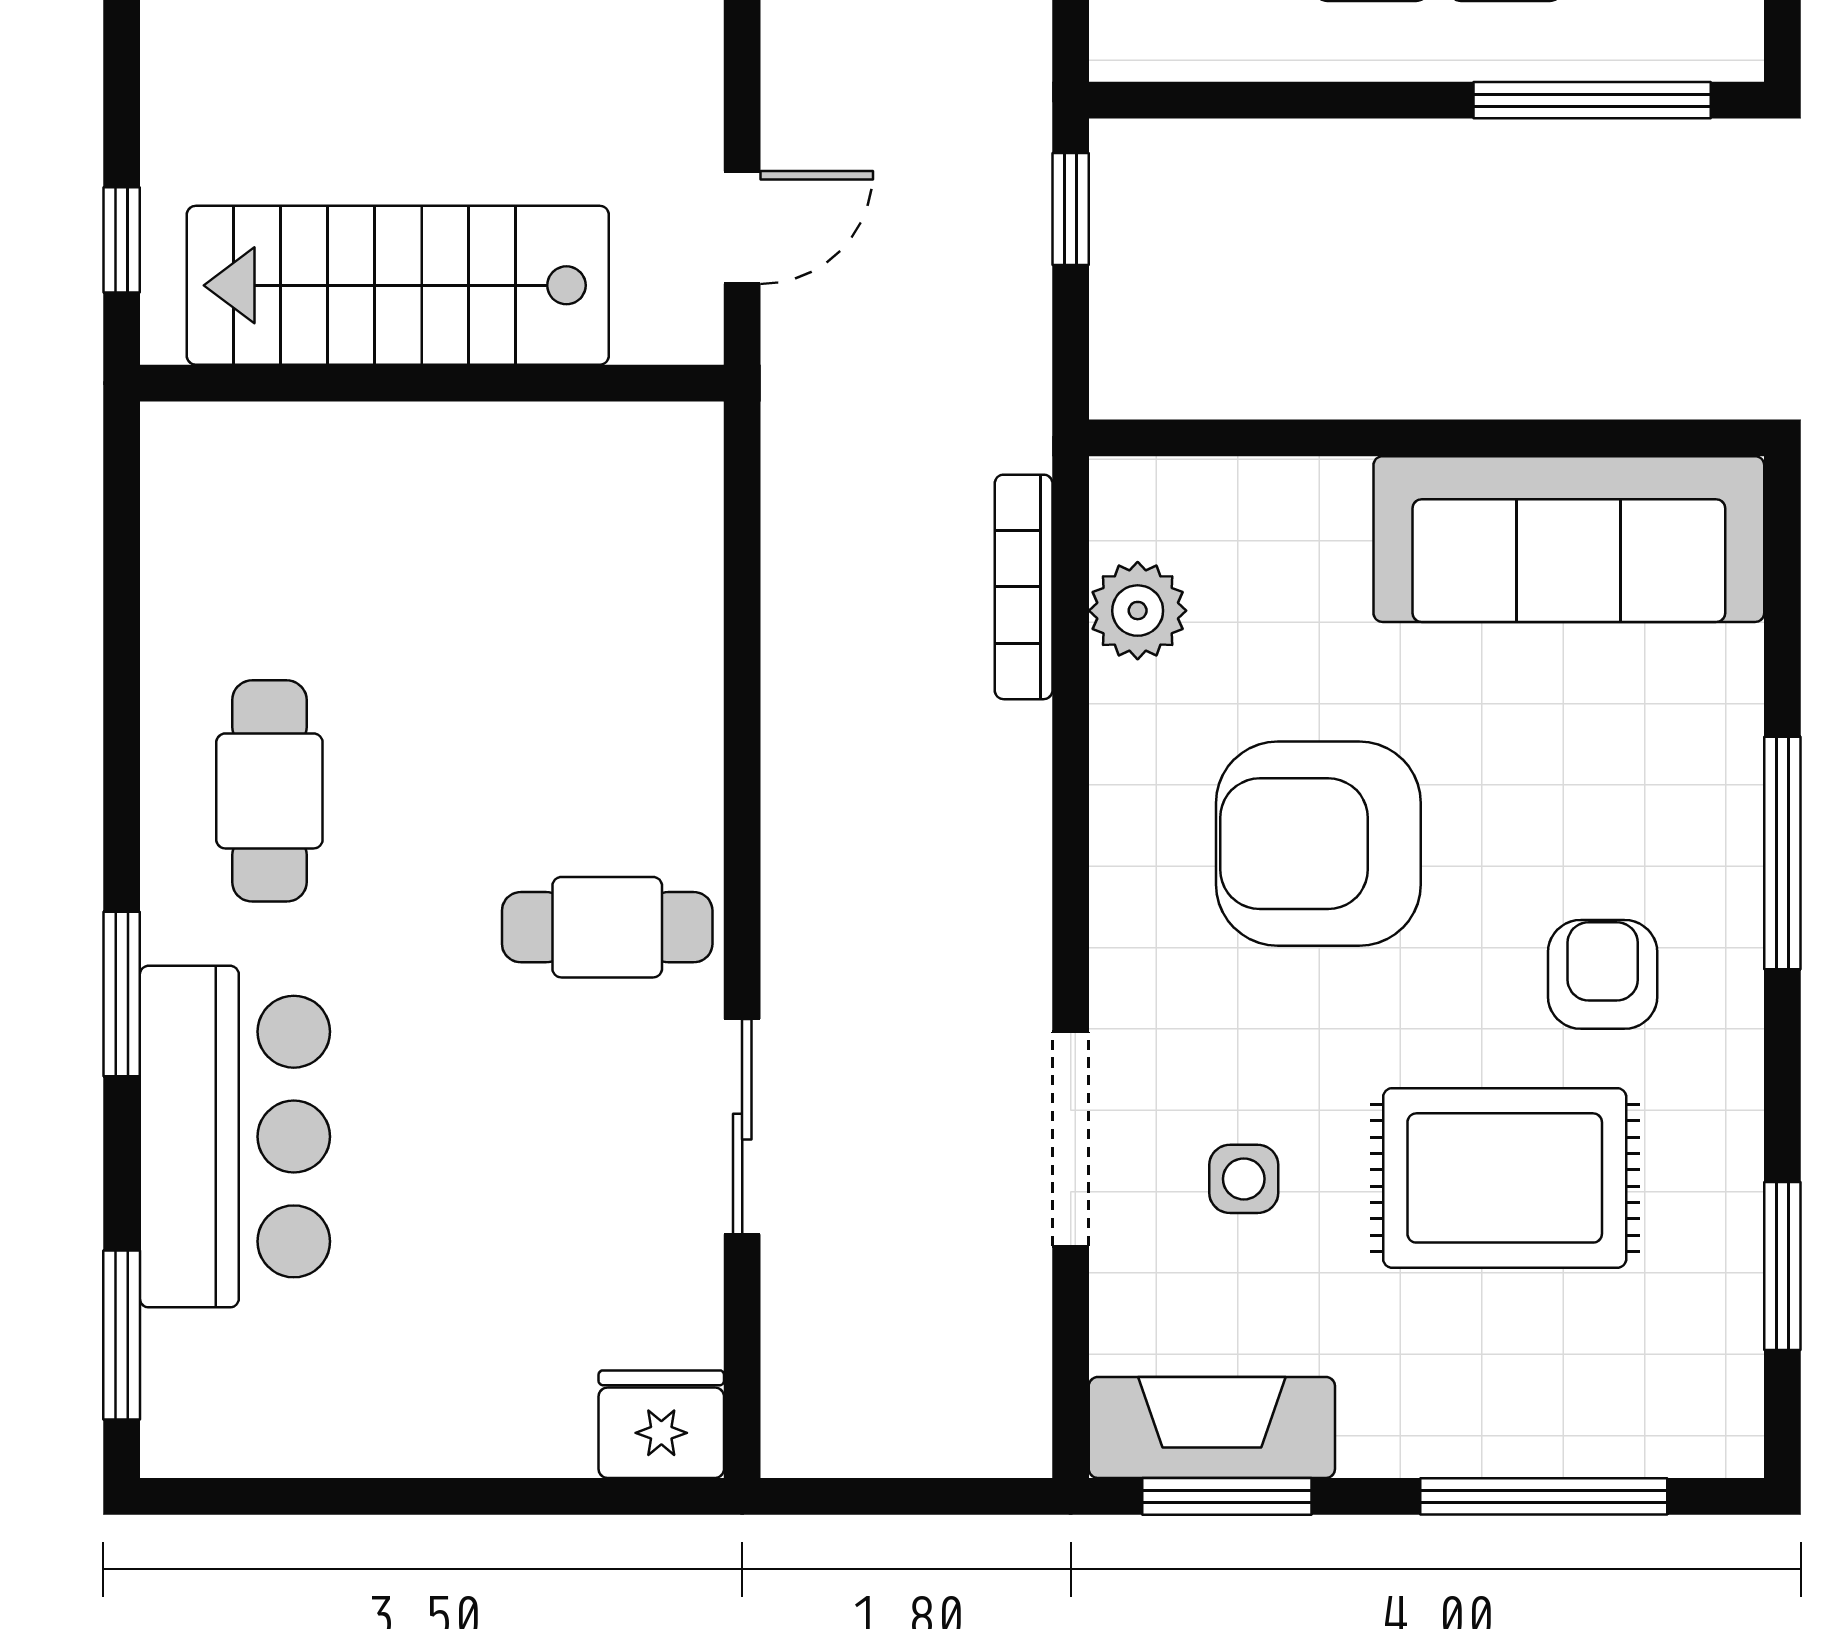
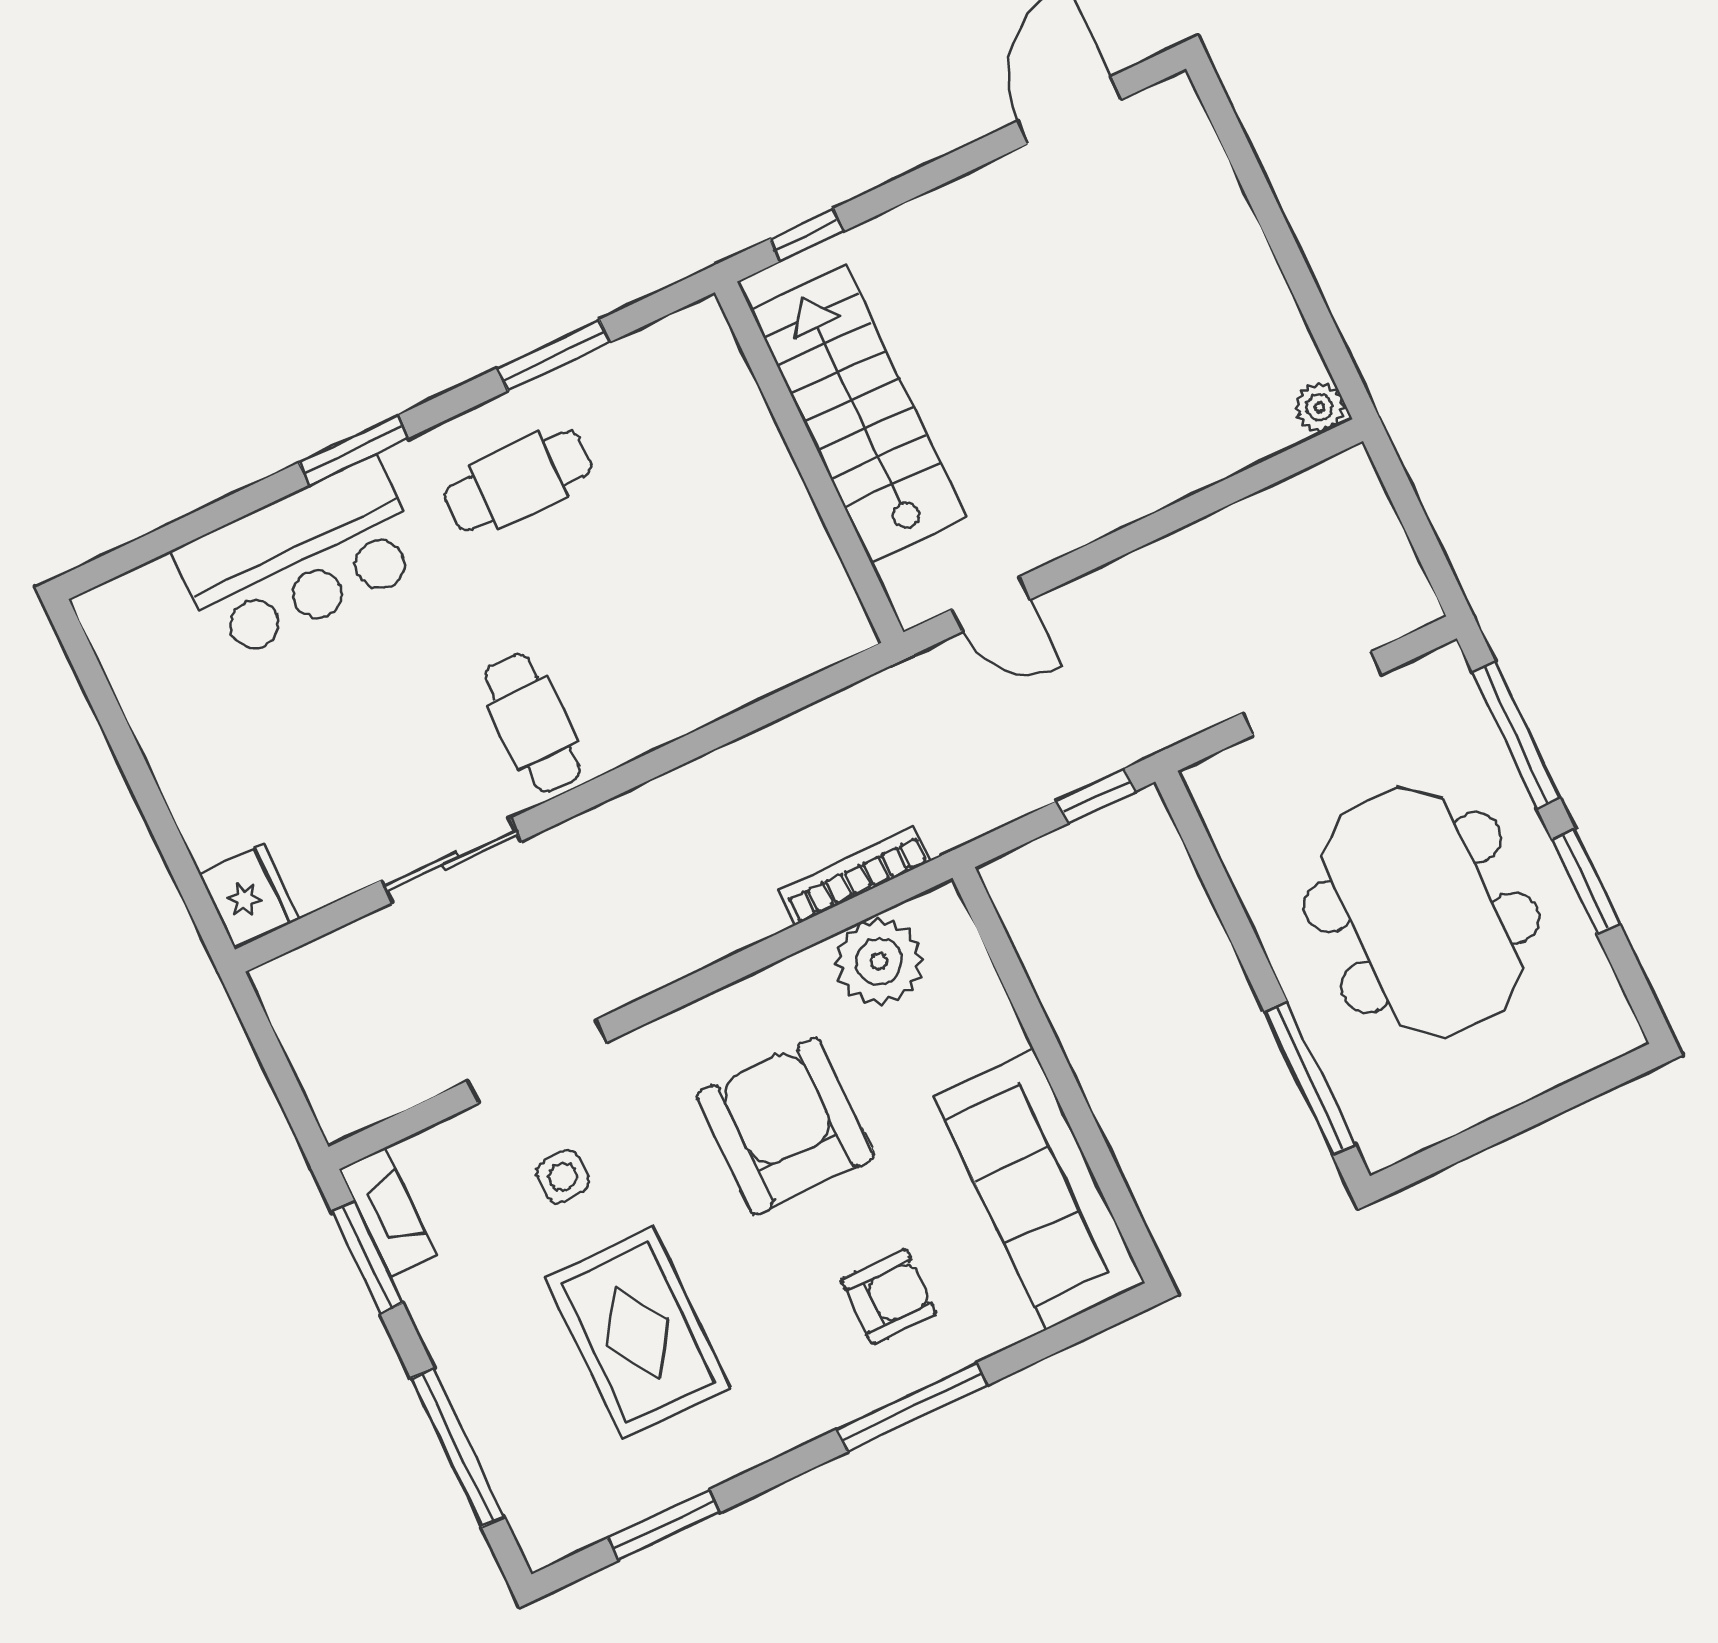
plant: (1138, 611) -> (879, 962), width x1.36, depth x1.36
armchair: (1603, 974) -> (889, 1297), moved
window: (122, 1335) -> (553, 355), moved
fireplace: (1212, 1427) -> (388, 1212), width x0.73, depth x0.76

